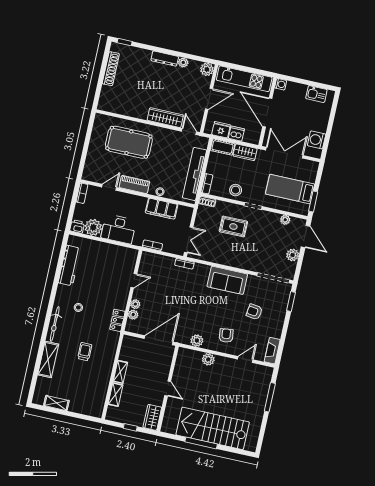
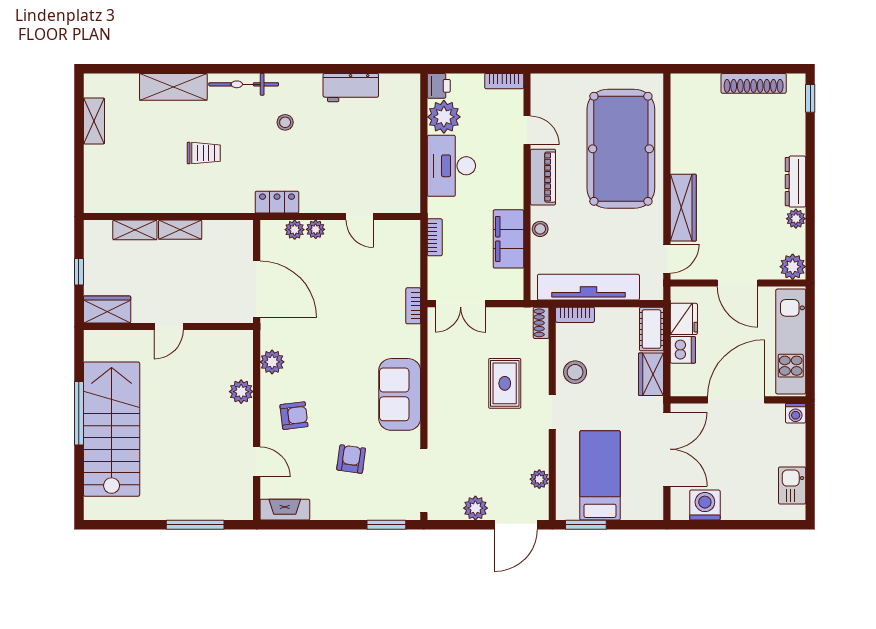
pool table: (129, 142) -> (621, 149), width x1.36, depth x1.32
workbench: (69, 266) -> (351, 88), width x0.73

